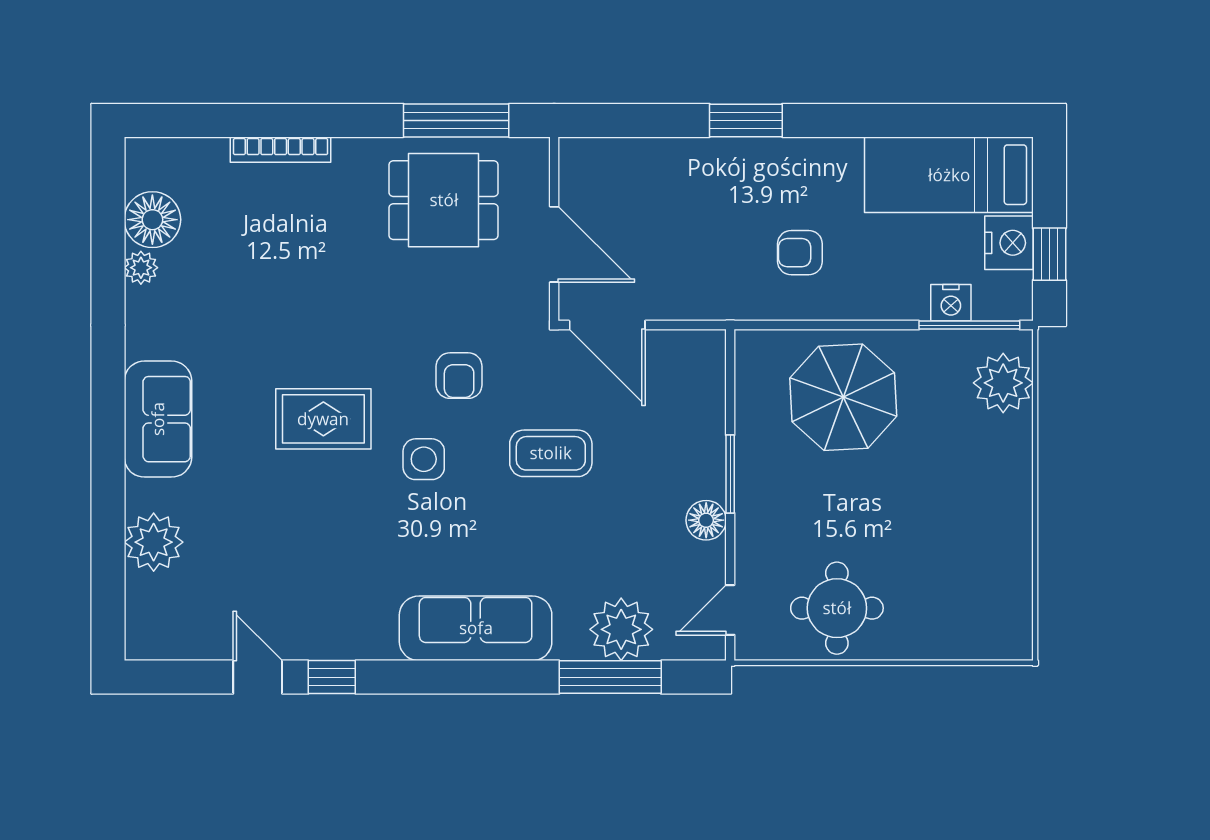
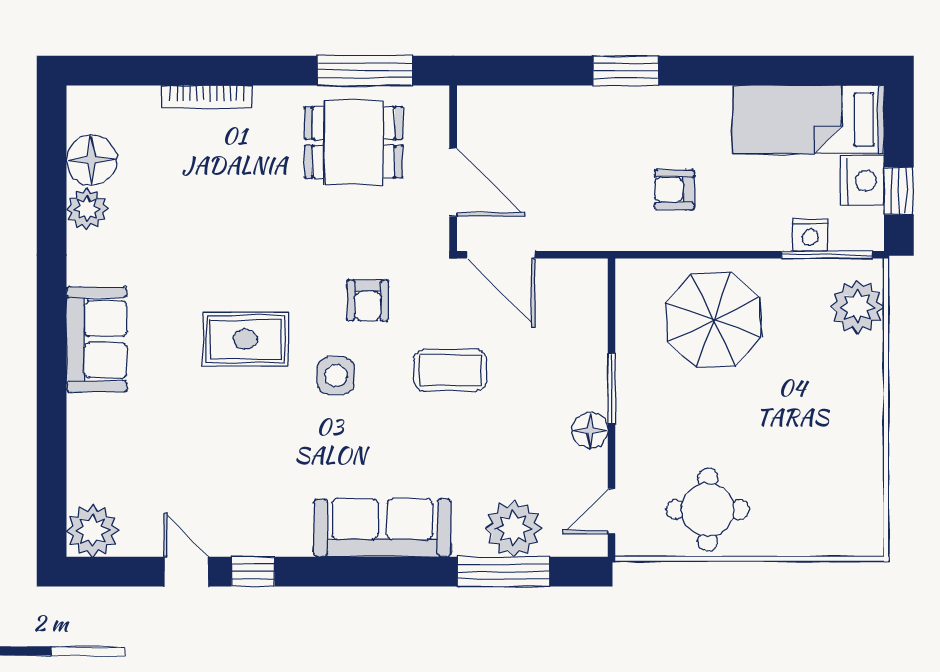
plant: (141, 268) -> (87, 209), width x1.38, depth x1.38
plant: (154, 542) -> (93, 531), moved

